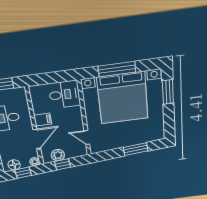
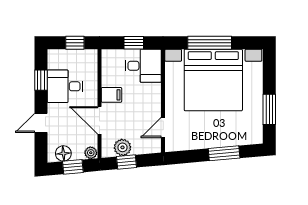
window: (54, 77) -> (134, 43), added
window: (168, 92) -> (269, 109), moved
door: (87, 138) -> (163, 127), hinge flipped
door: (37, 139) -> (99, 120), swing flipped

